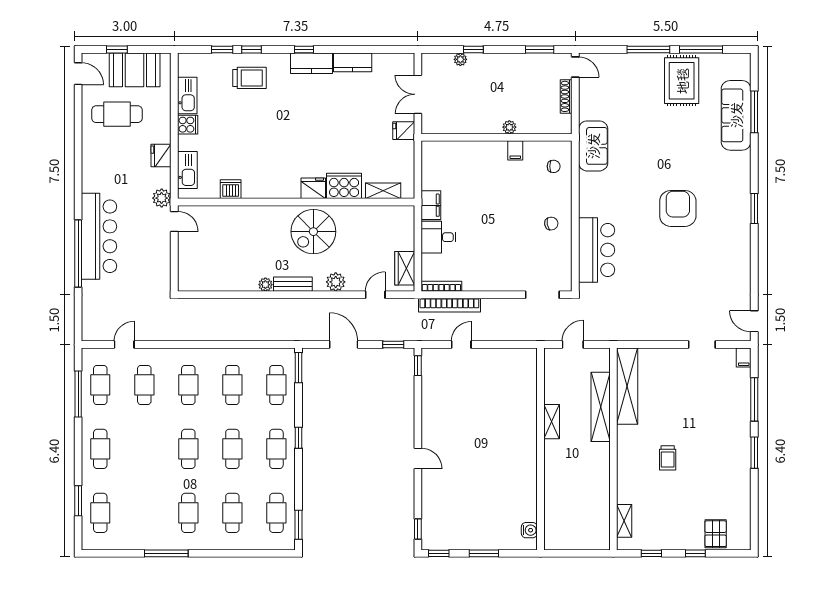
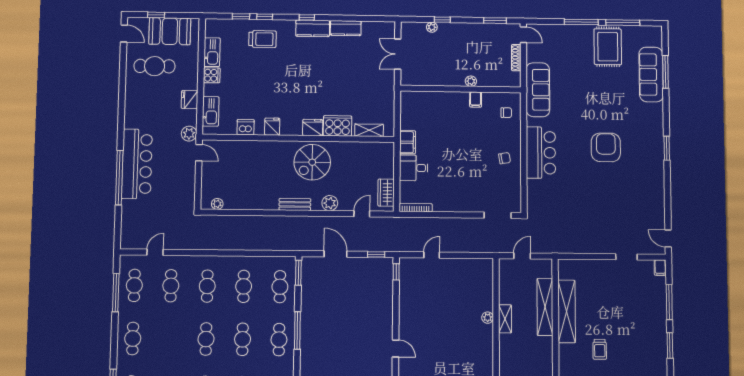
fridge: (404, 131) -> (272, 127), moved, turned 90
sofa: (593, 146) -> (538, 90), width x1.36
bar counter: (597, 250) -> (541, 153), moved
plant: (265, 285) -> (217, 204), moved
bookcase: (449, 305) -> (422, 223), removed
shelving: (627, 386) -> (567, 311), moved
plant: (530, 420) -> (488, 318), added
window: (299, 438) -> (297, 330), width x2.17

